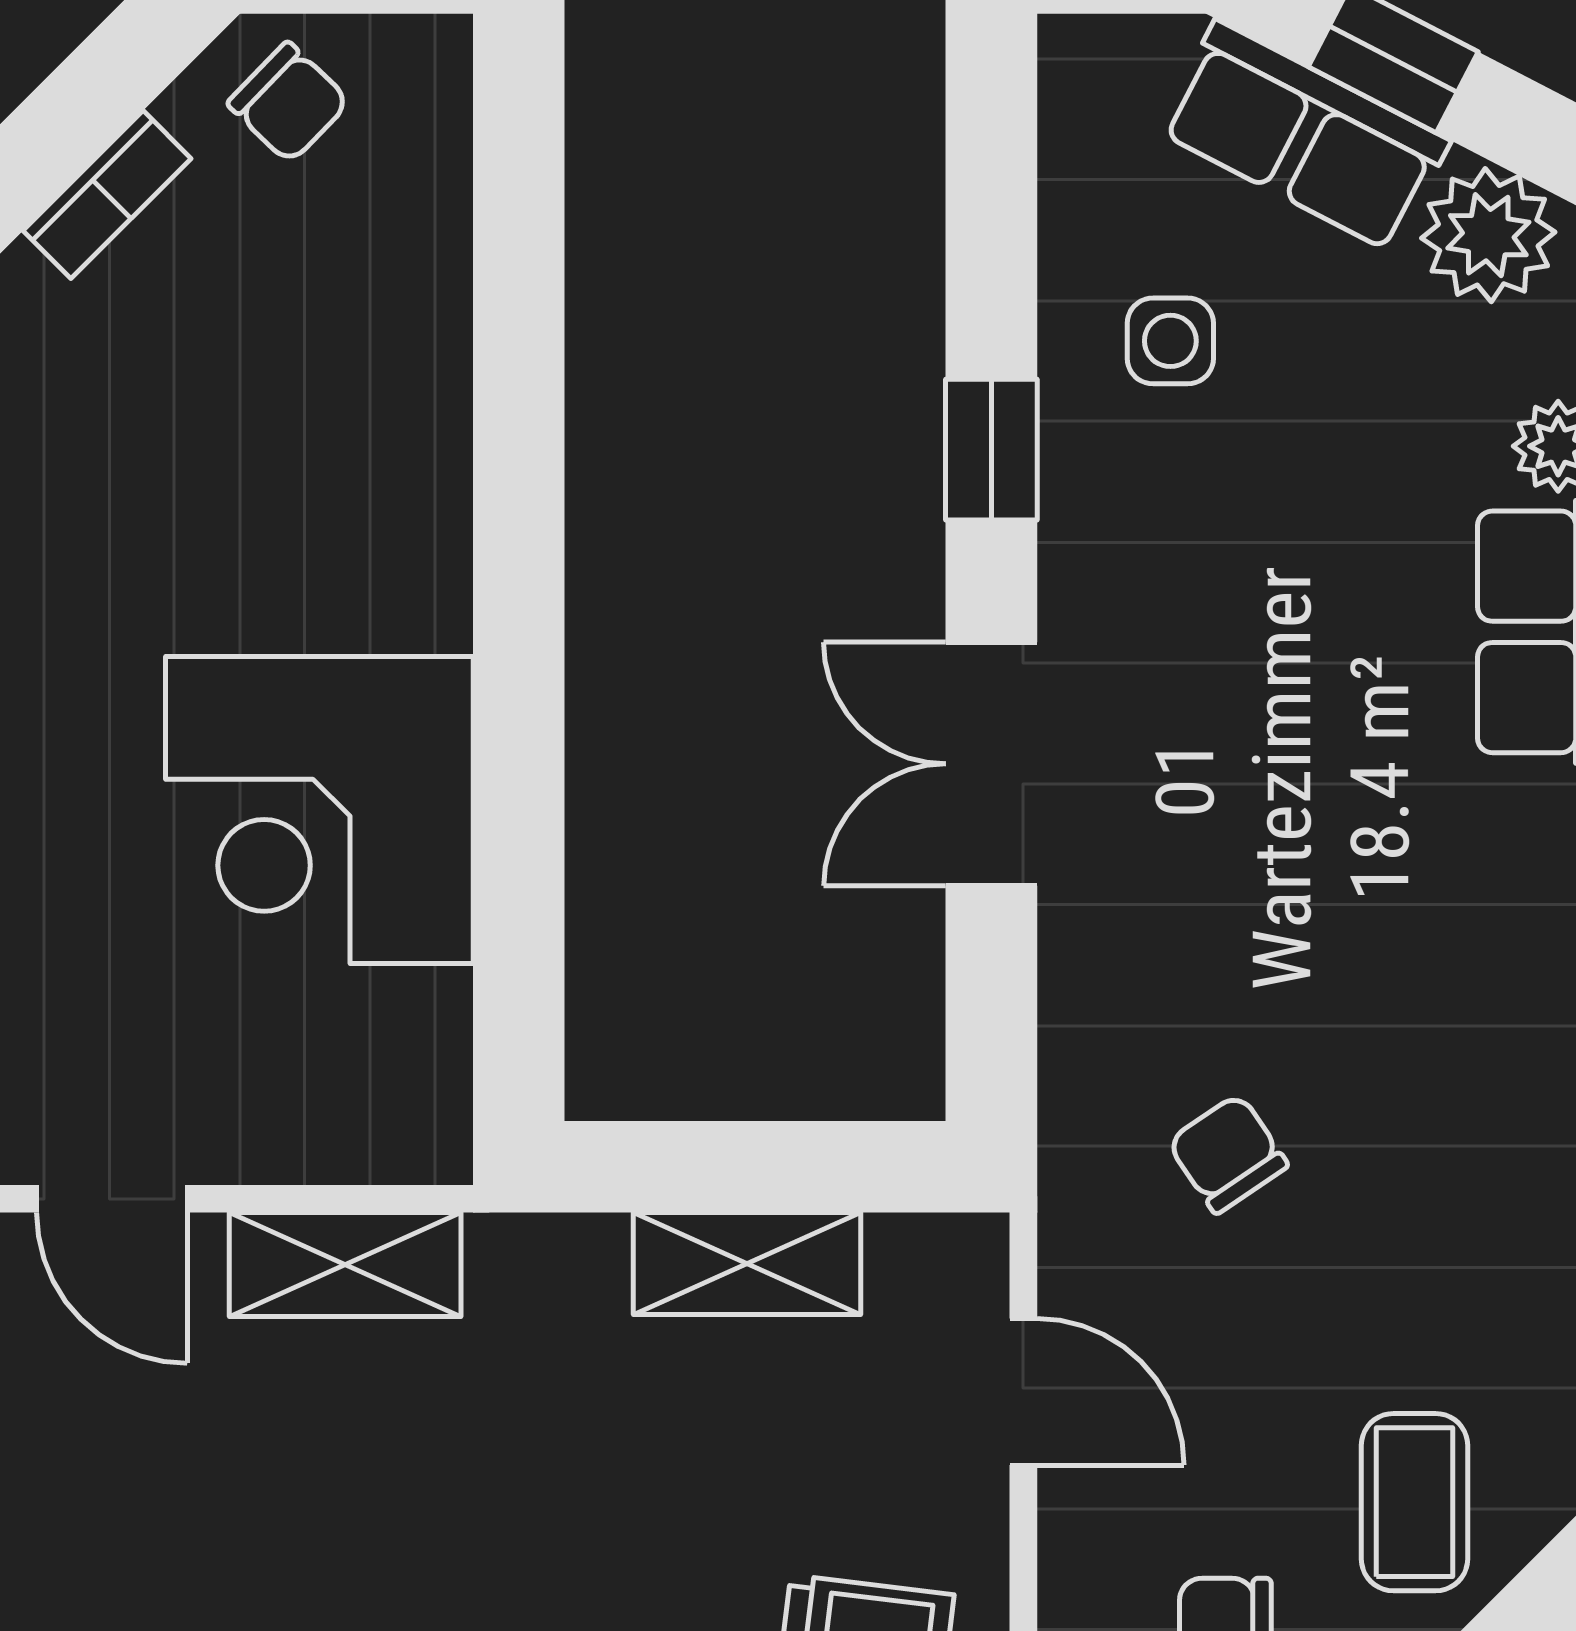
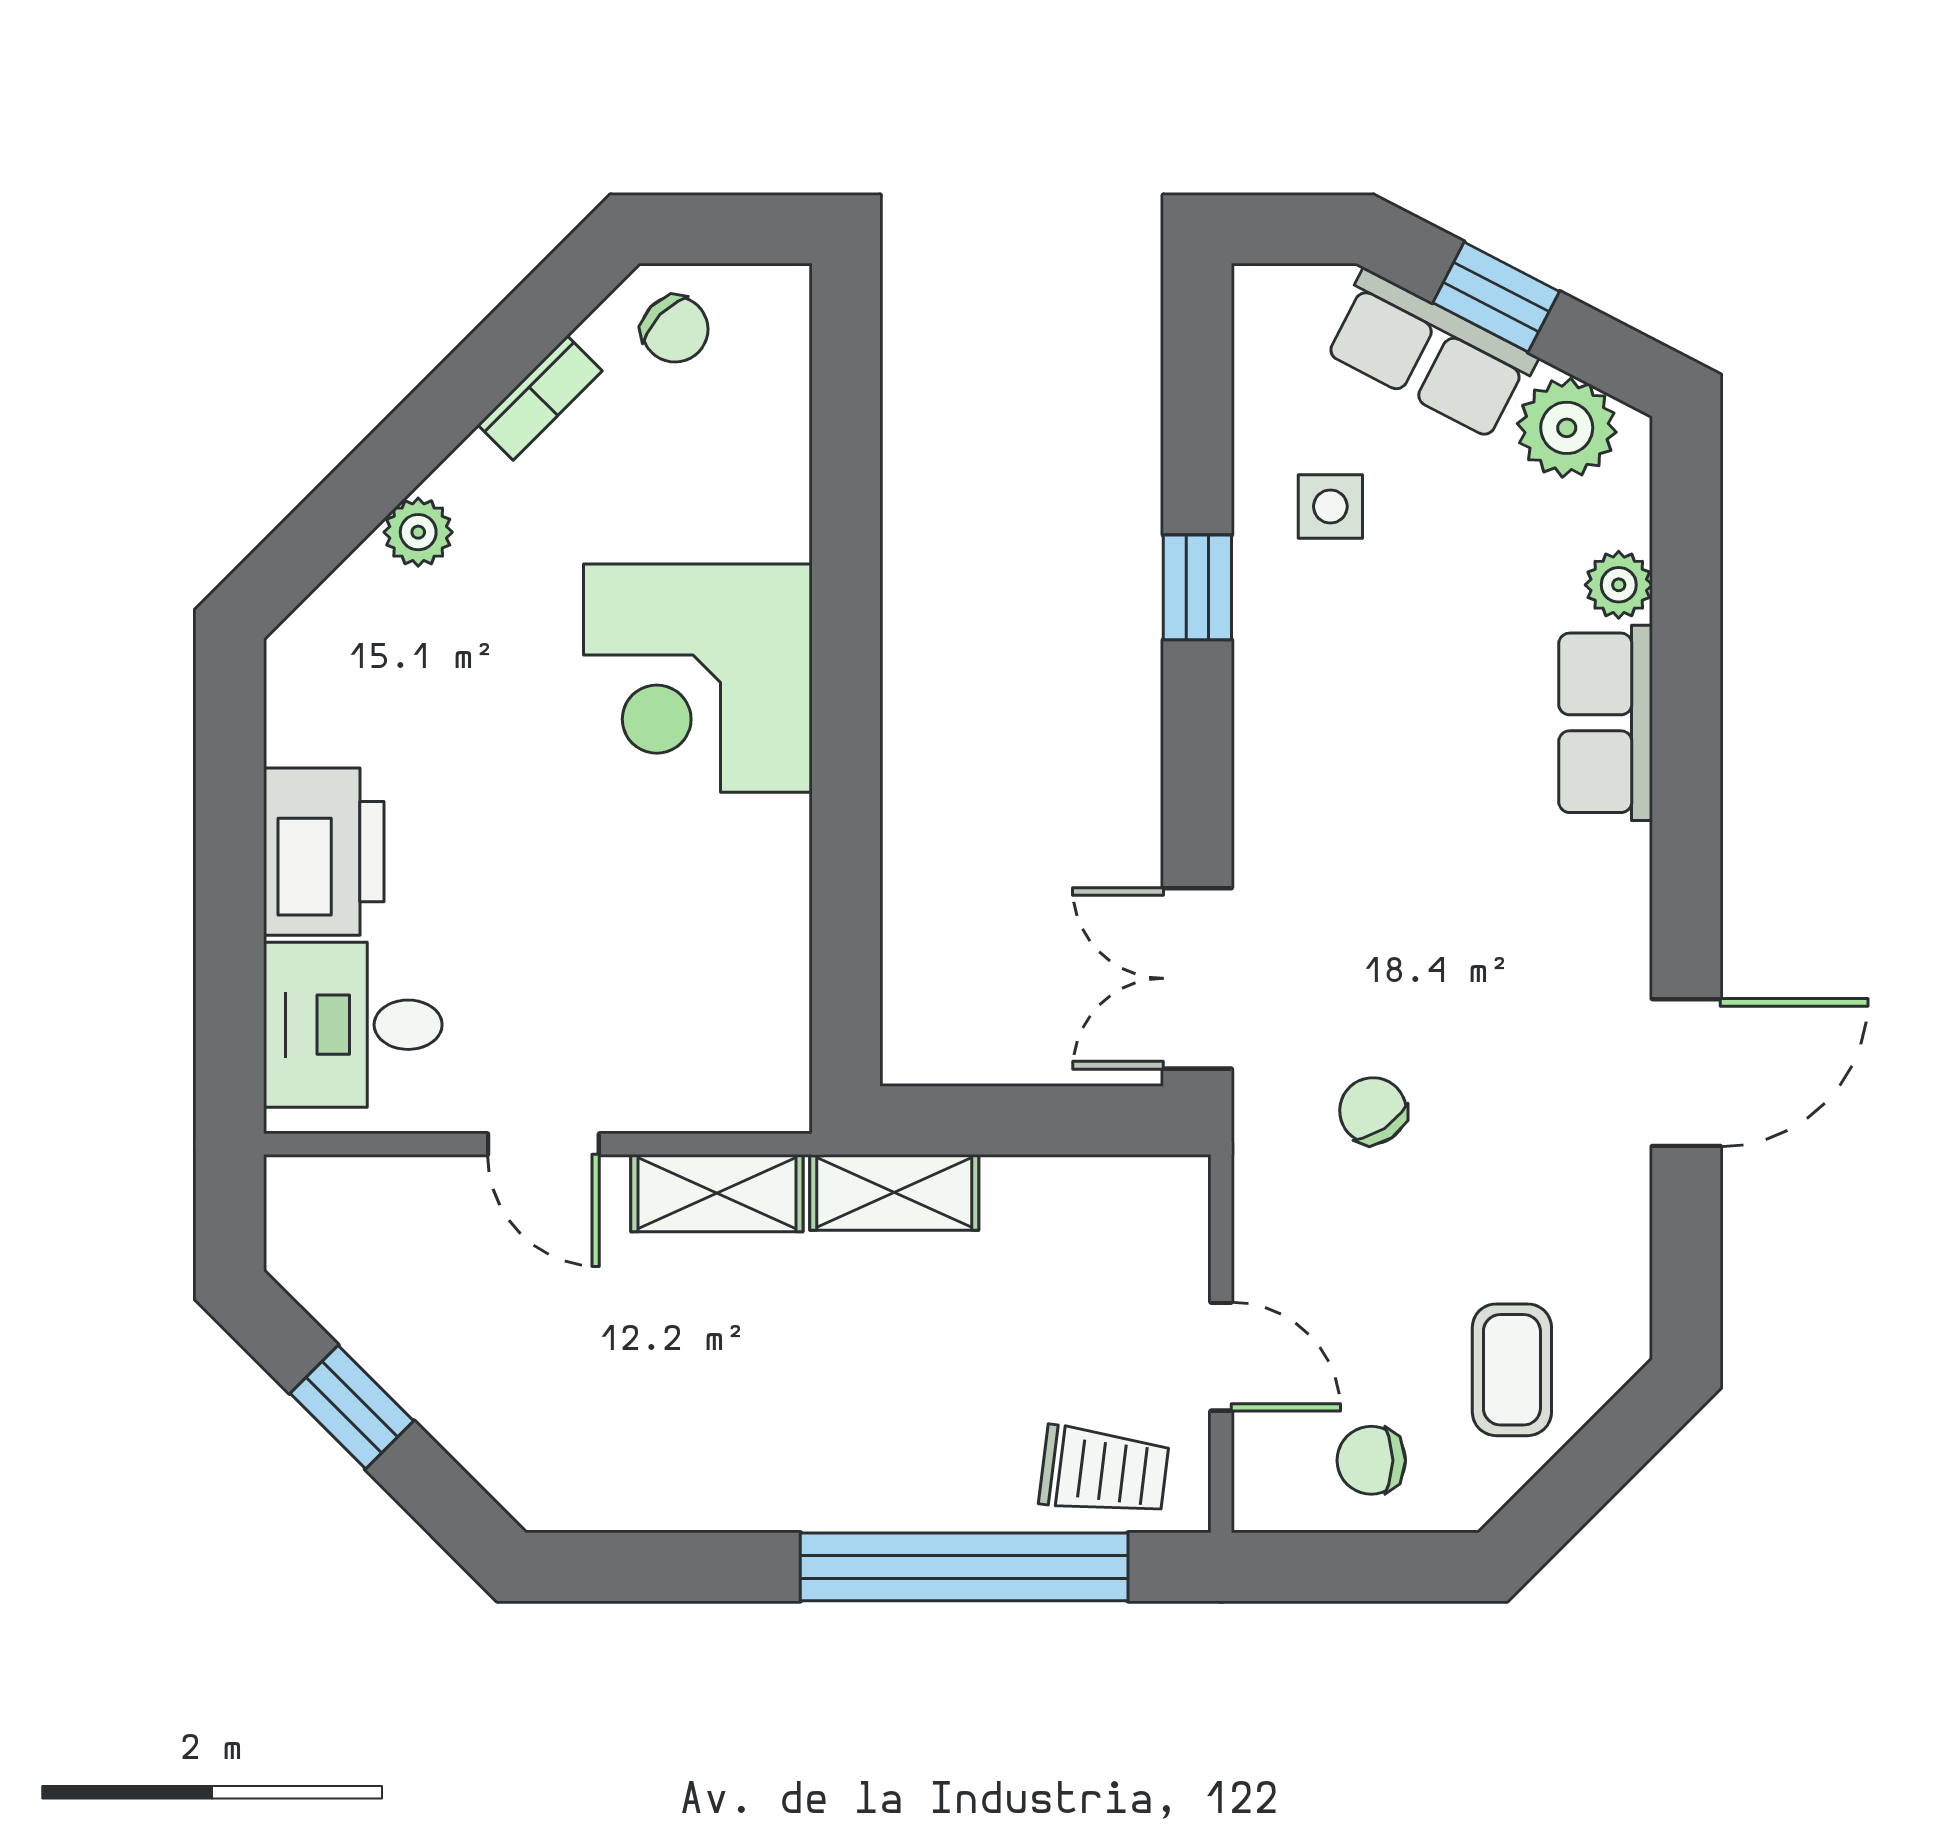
double door: (991, 764) -> (1197, 978), moved
corner desk: (319, 810) -> (698, 678), moved
shelving: (747, 1264) -> (894, 1192), moved
door: (1023, 1392) -> (1221, 1357), moved

